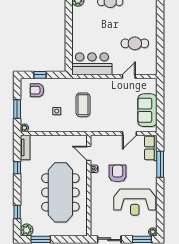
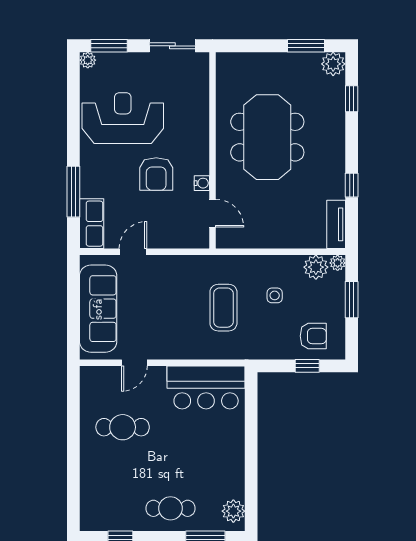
sofa: (147, 110) -> (98, 309), width x1.36
plant: (36, 126) -> (316, 267), added
meeting table: (60, 192) -> (267, 137), width x0.73

